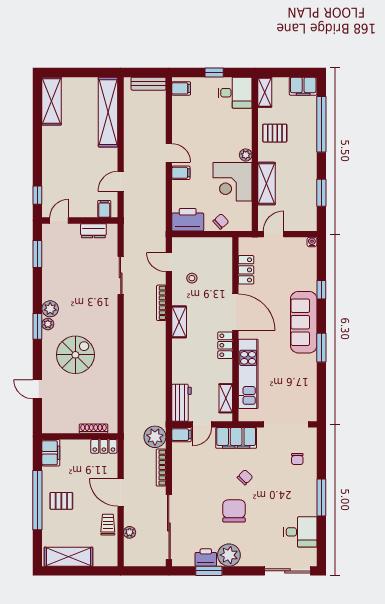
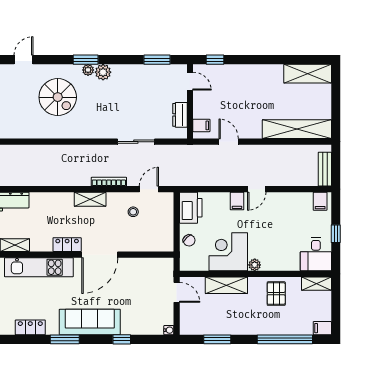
filing cabinet: (303, 86) -> (322, 328), width x0.50
locker: (246, 270) -> (30, 327), moved, turned 180

